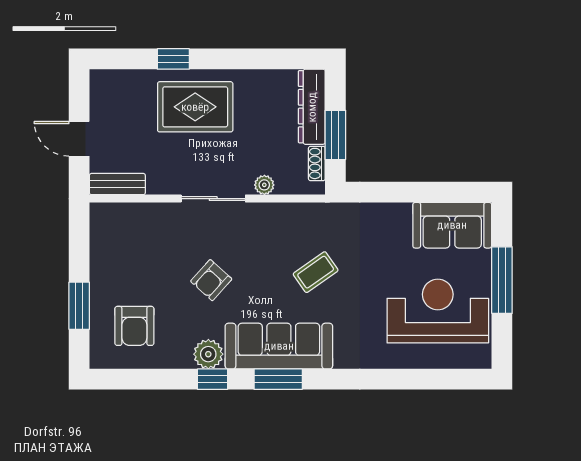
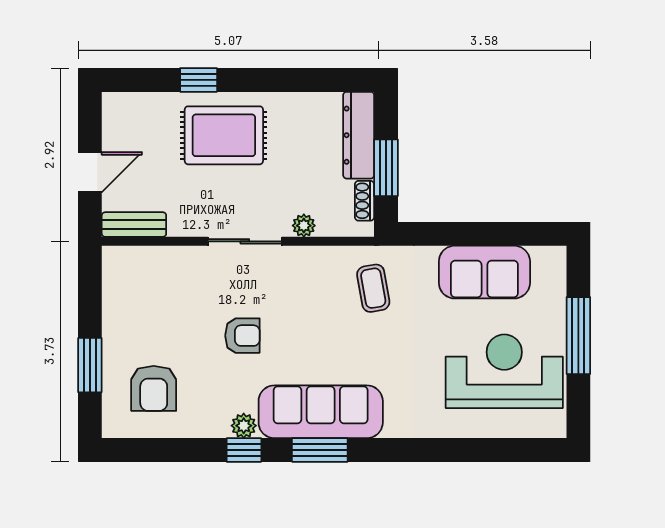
door: (79, 139) -> (90, 172), swing flipped
sofa: (452, 225) -> (484, 272), moved
coffee table: (316, 272) -> (373, 288), moved, turned -65
armchair: (211, 280) -> (242, 336), turned -132
plant: (208, 354) -> (244, 426), width x0.73, depth x0.73

